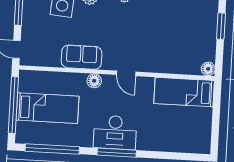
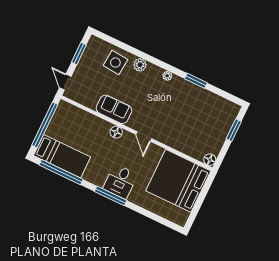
bed: (184, 92) -> (178, 181), width x2.04
bed: (48, 108) -> (62, 156), moved
desk: (115, 132) -> (120, 182), width x0.73

